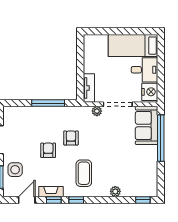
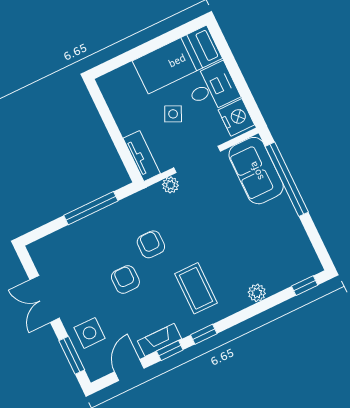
side table: (117, 74) -> (173, 114), added

